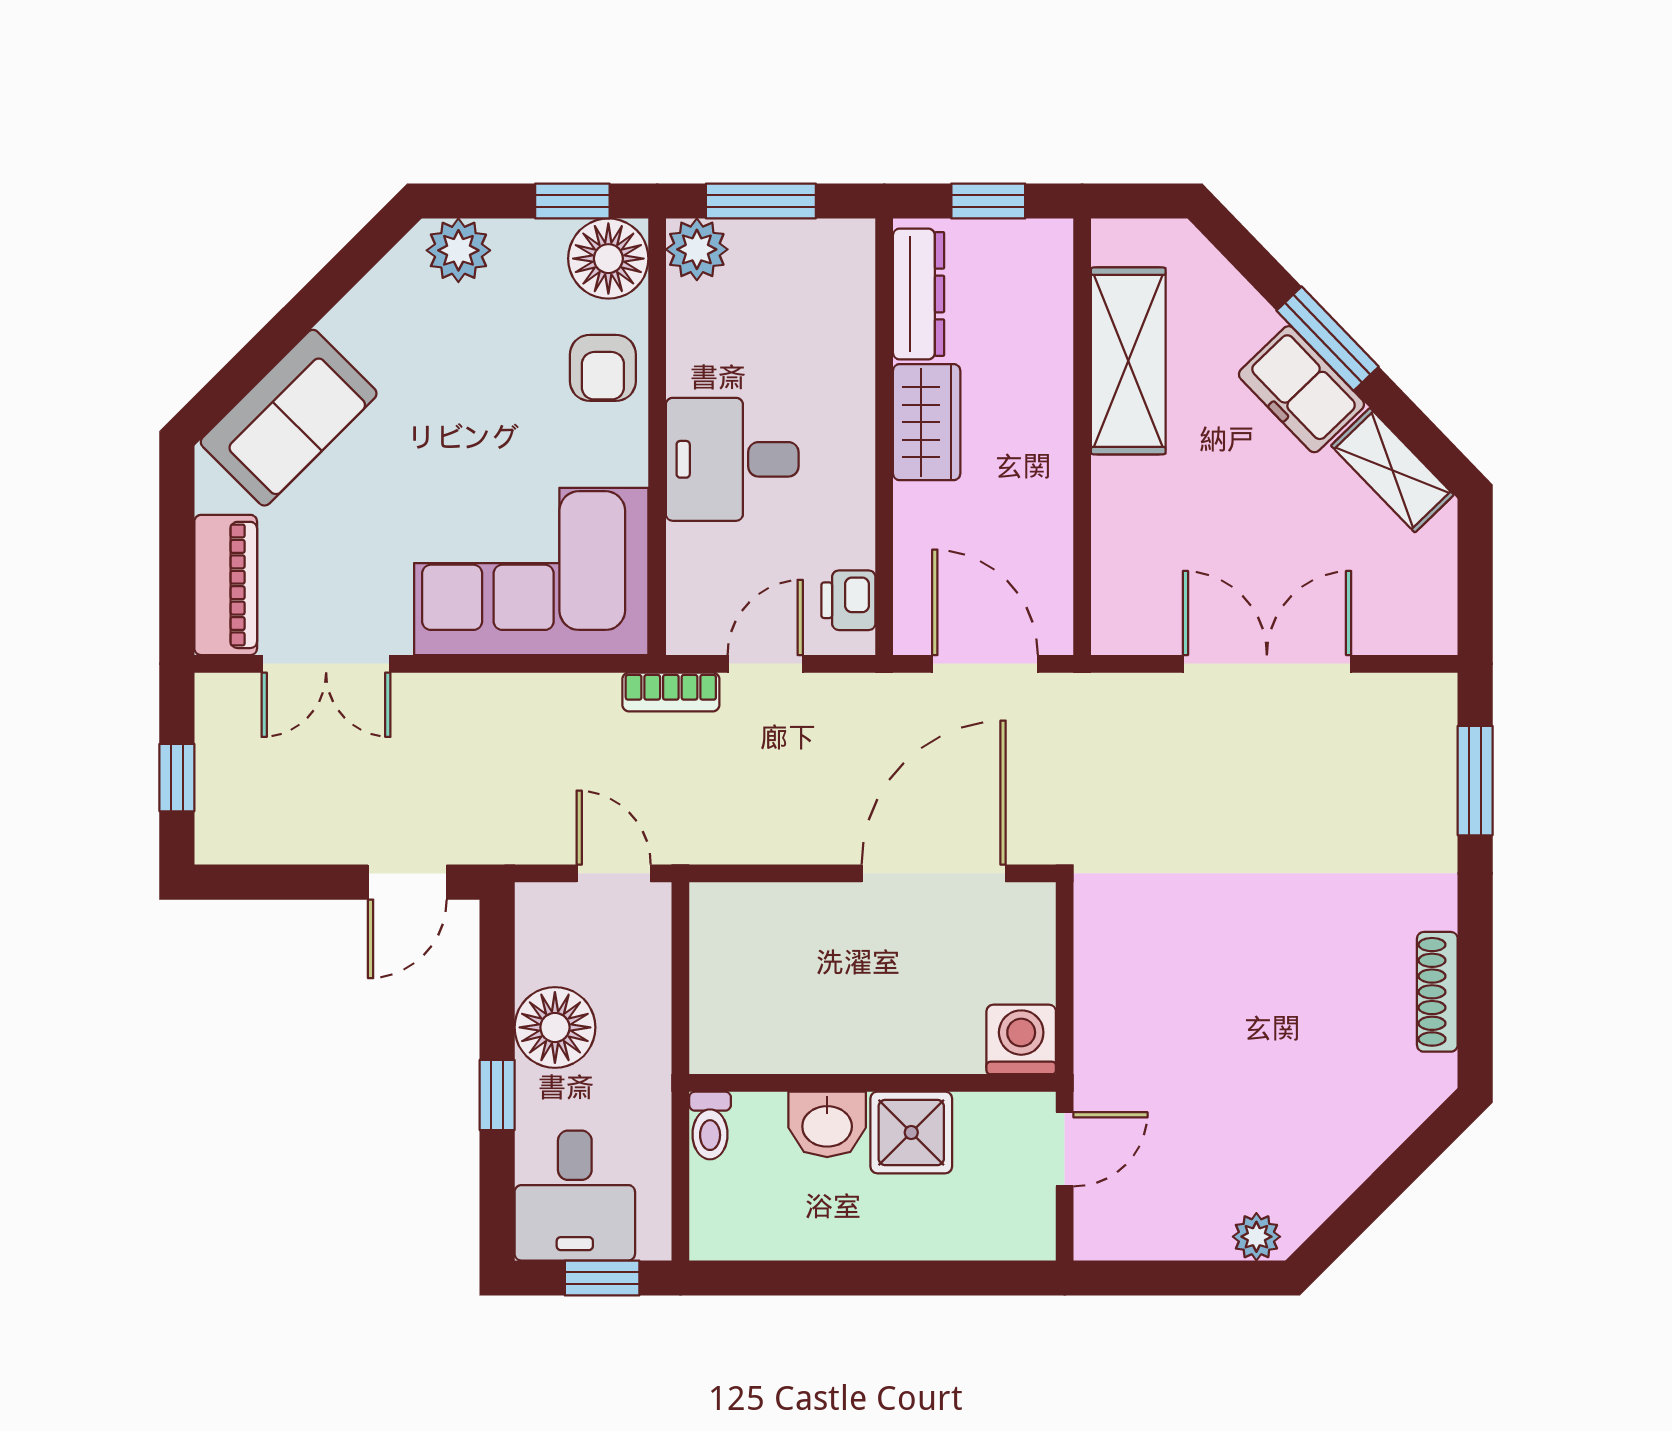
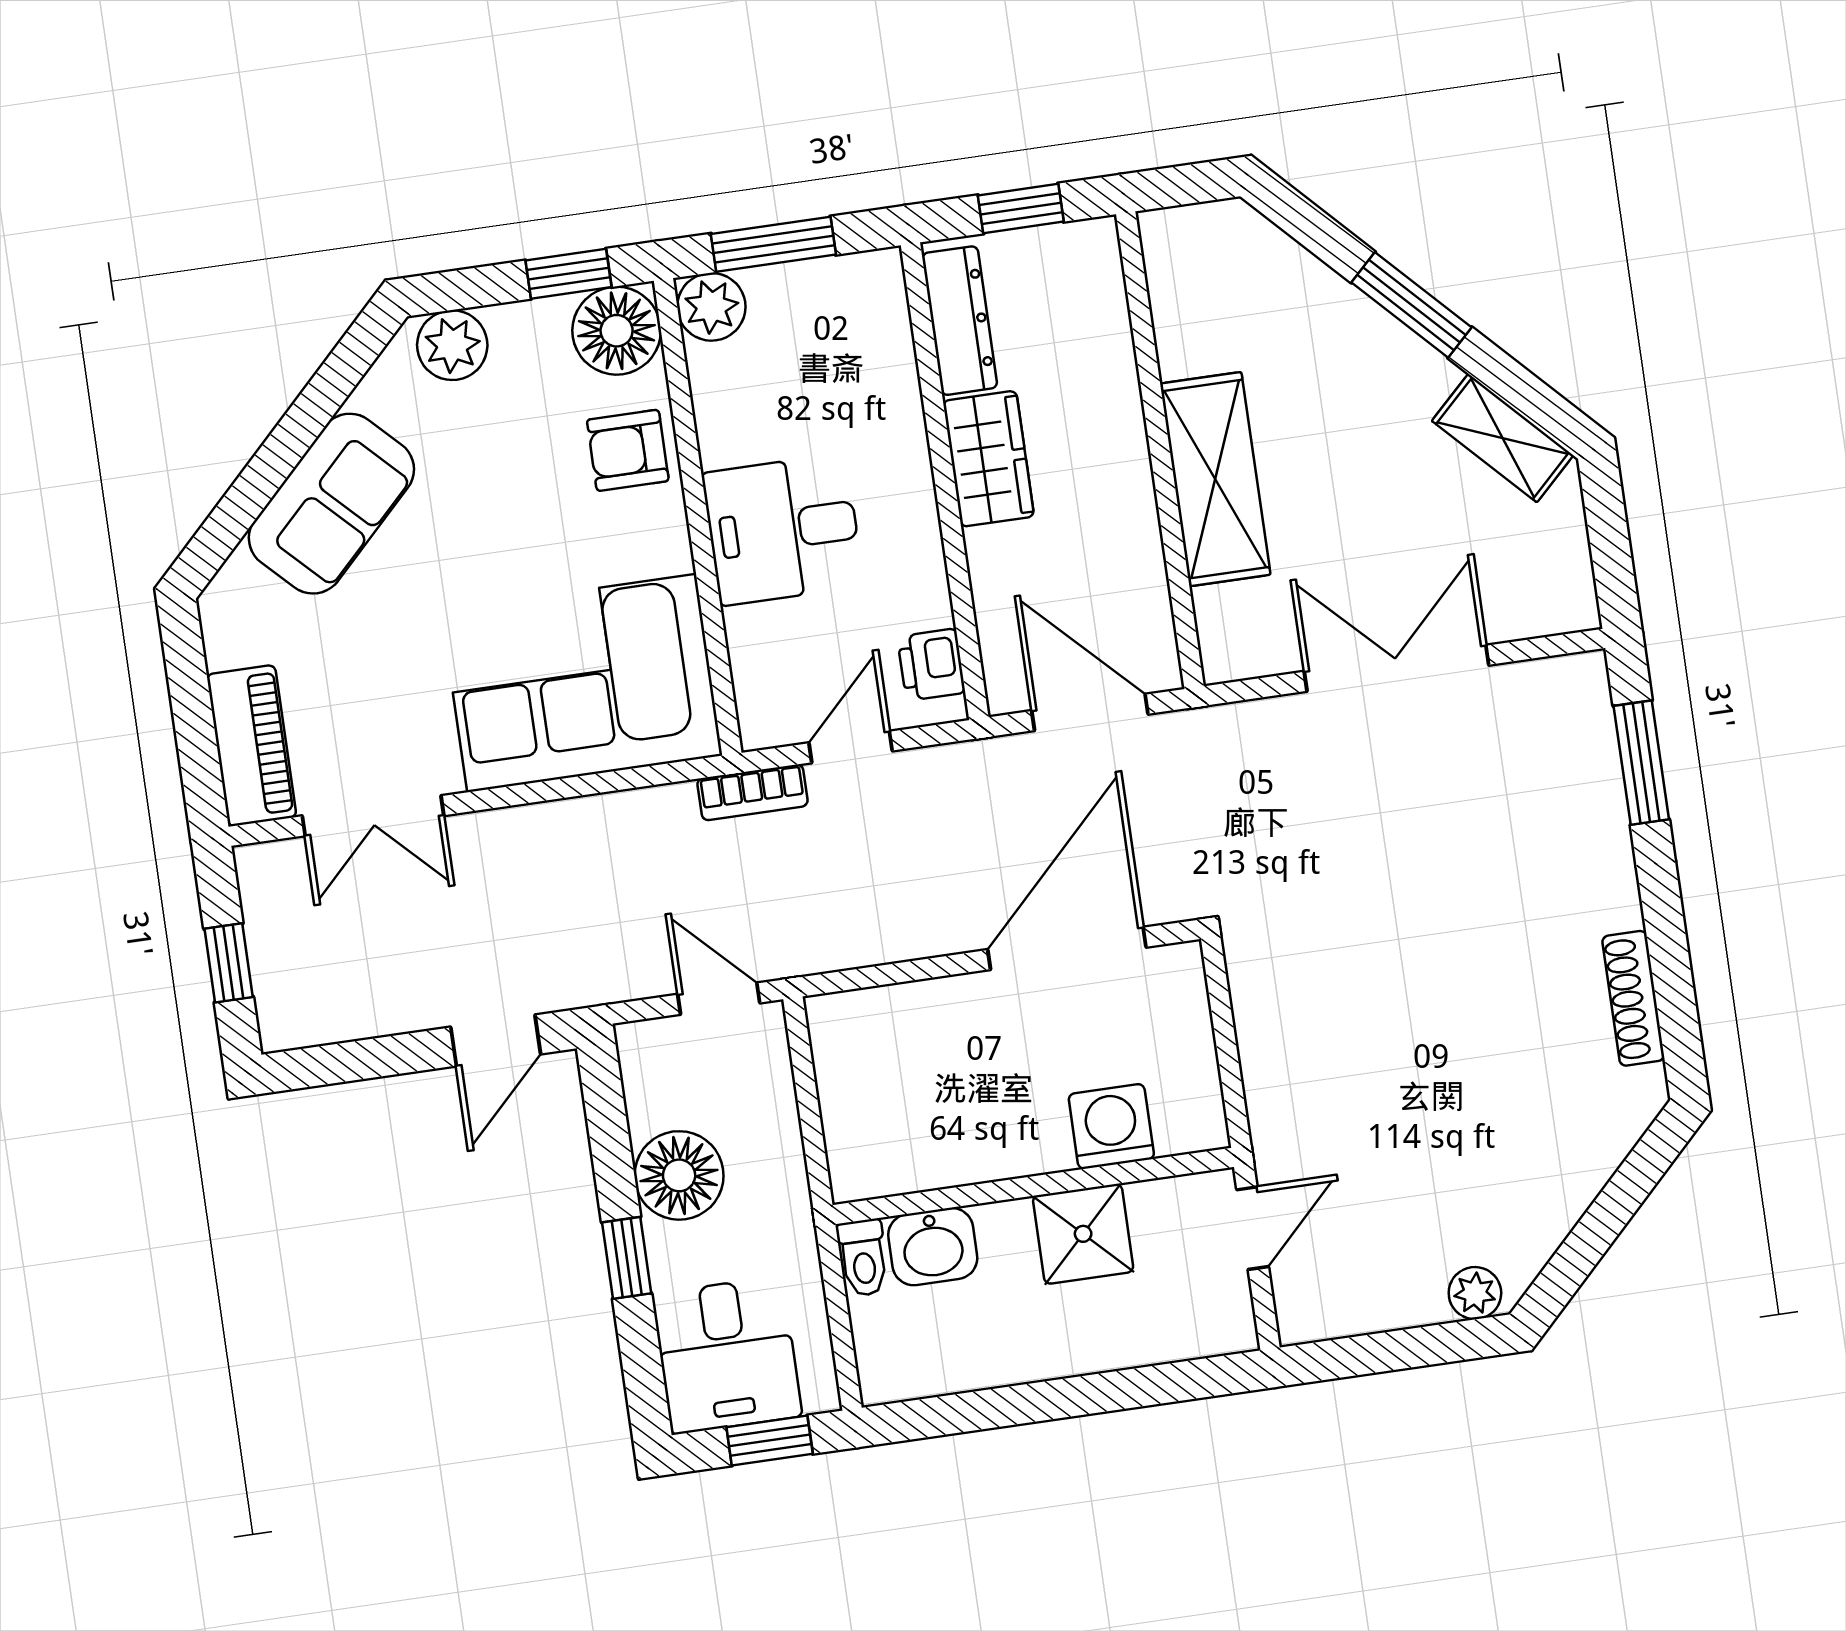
shelving: (1128, 361) -> (1215, 479), moved
armchair: (603, 368) -> (628, 450), turned 90
freezer: (1301, 389) -> (1391, 364), removed
sofa: (289, 418) -> (331, 504), moved
washing machine: (1021, 1039) -> (1111, 1126), moved
washbasin: (827, 1124) -> (933, 1247), moved

